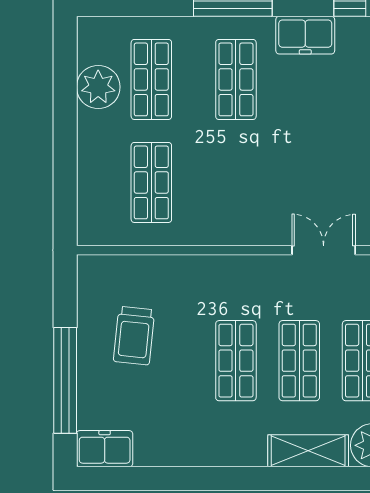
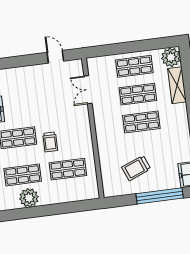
trolley: (217, 151) -> (50, 142), added
trolley: (134, 336) -> (136, 168), turned 152

